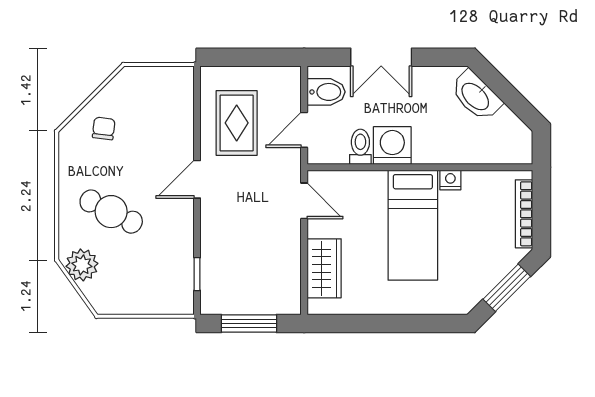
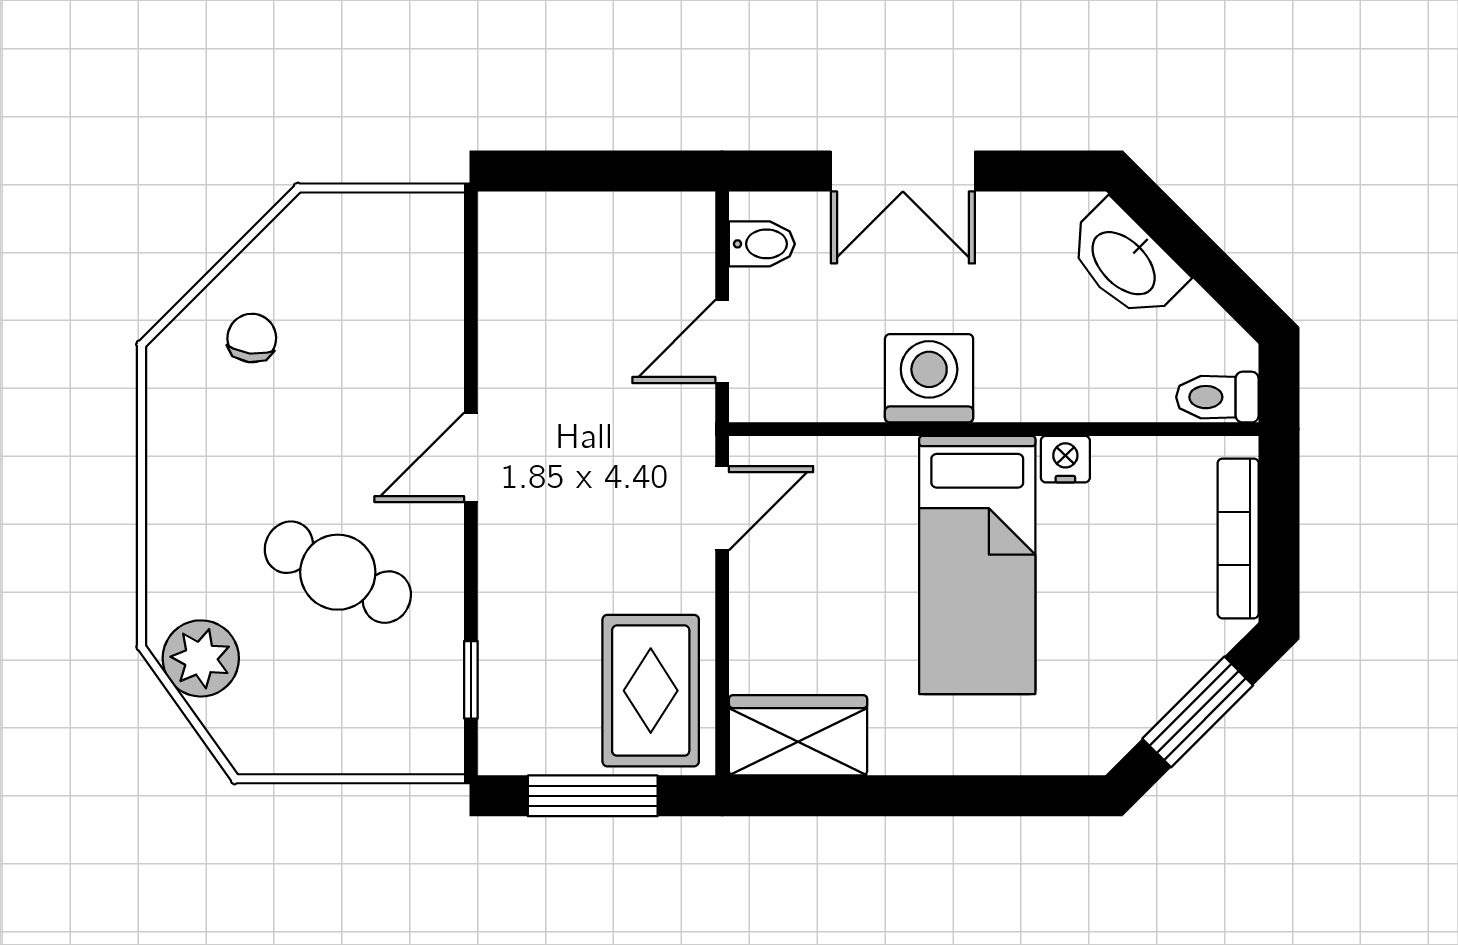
bidet: (326, 92) -> (762, 244), width x0.72, depth x0.74
rug: (237, 123) -> (651, 691), moved
toilet: (360, 147) -> (1217, 397), moved, turned -90
door: (304, 201) -> (722, 508), hinge flipped
cafe table: (111, 212) -> (338, 572), moved
wardrobe: (324, 268) -> (798, 735), moved, turned -90

